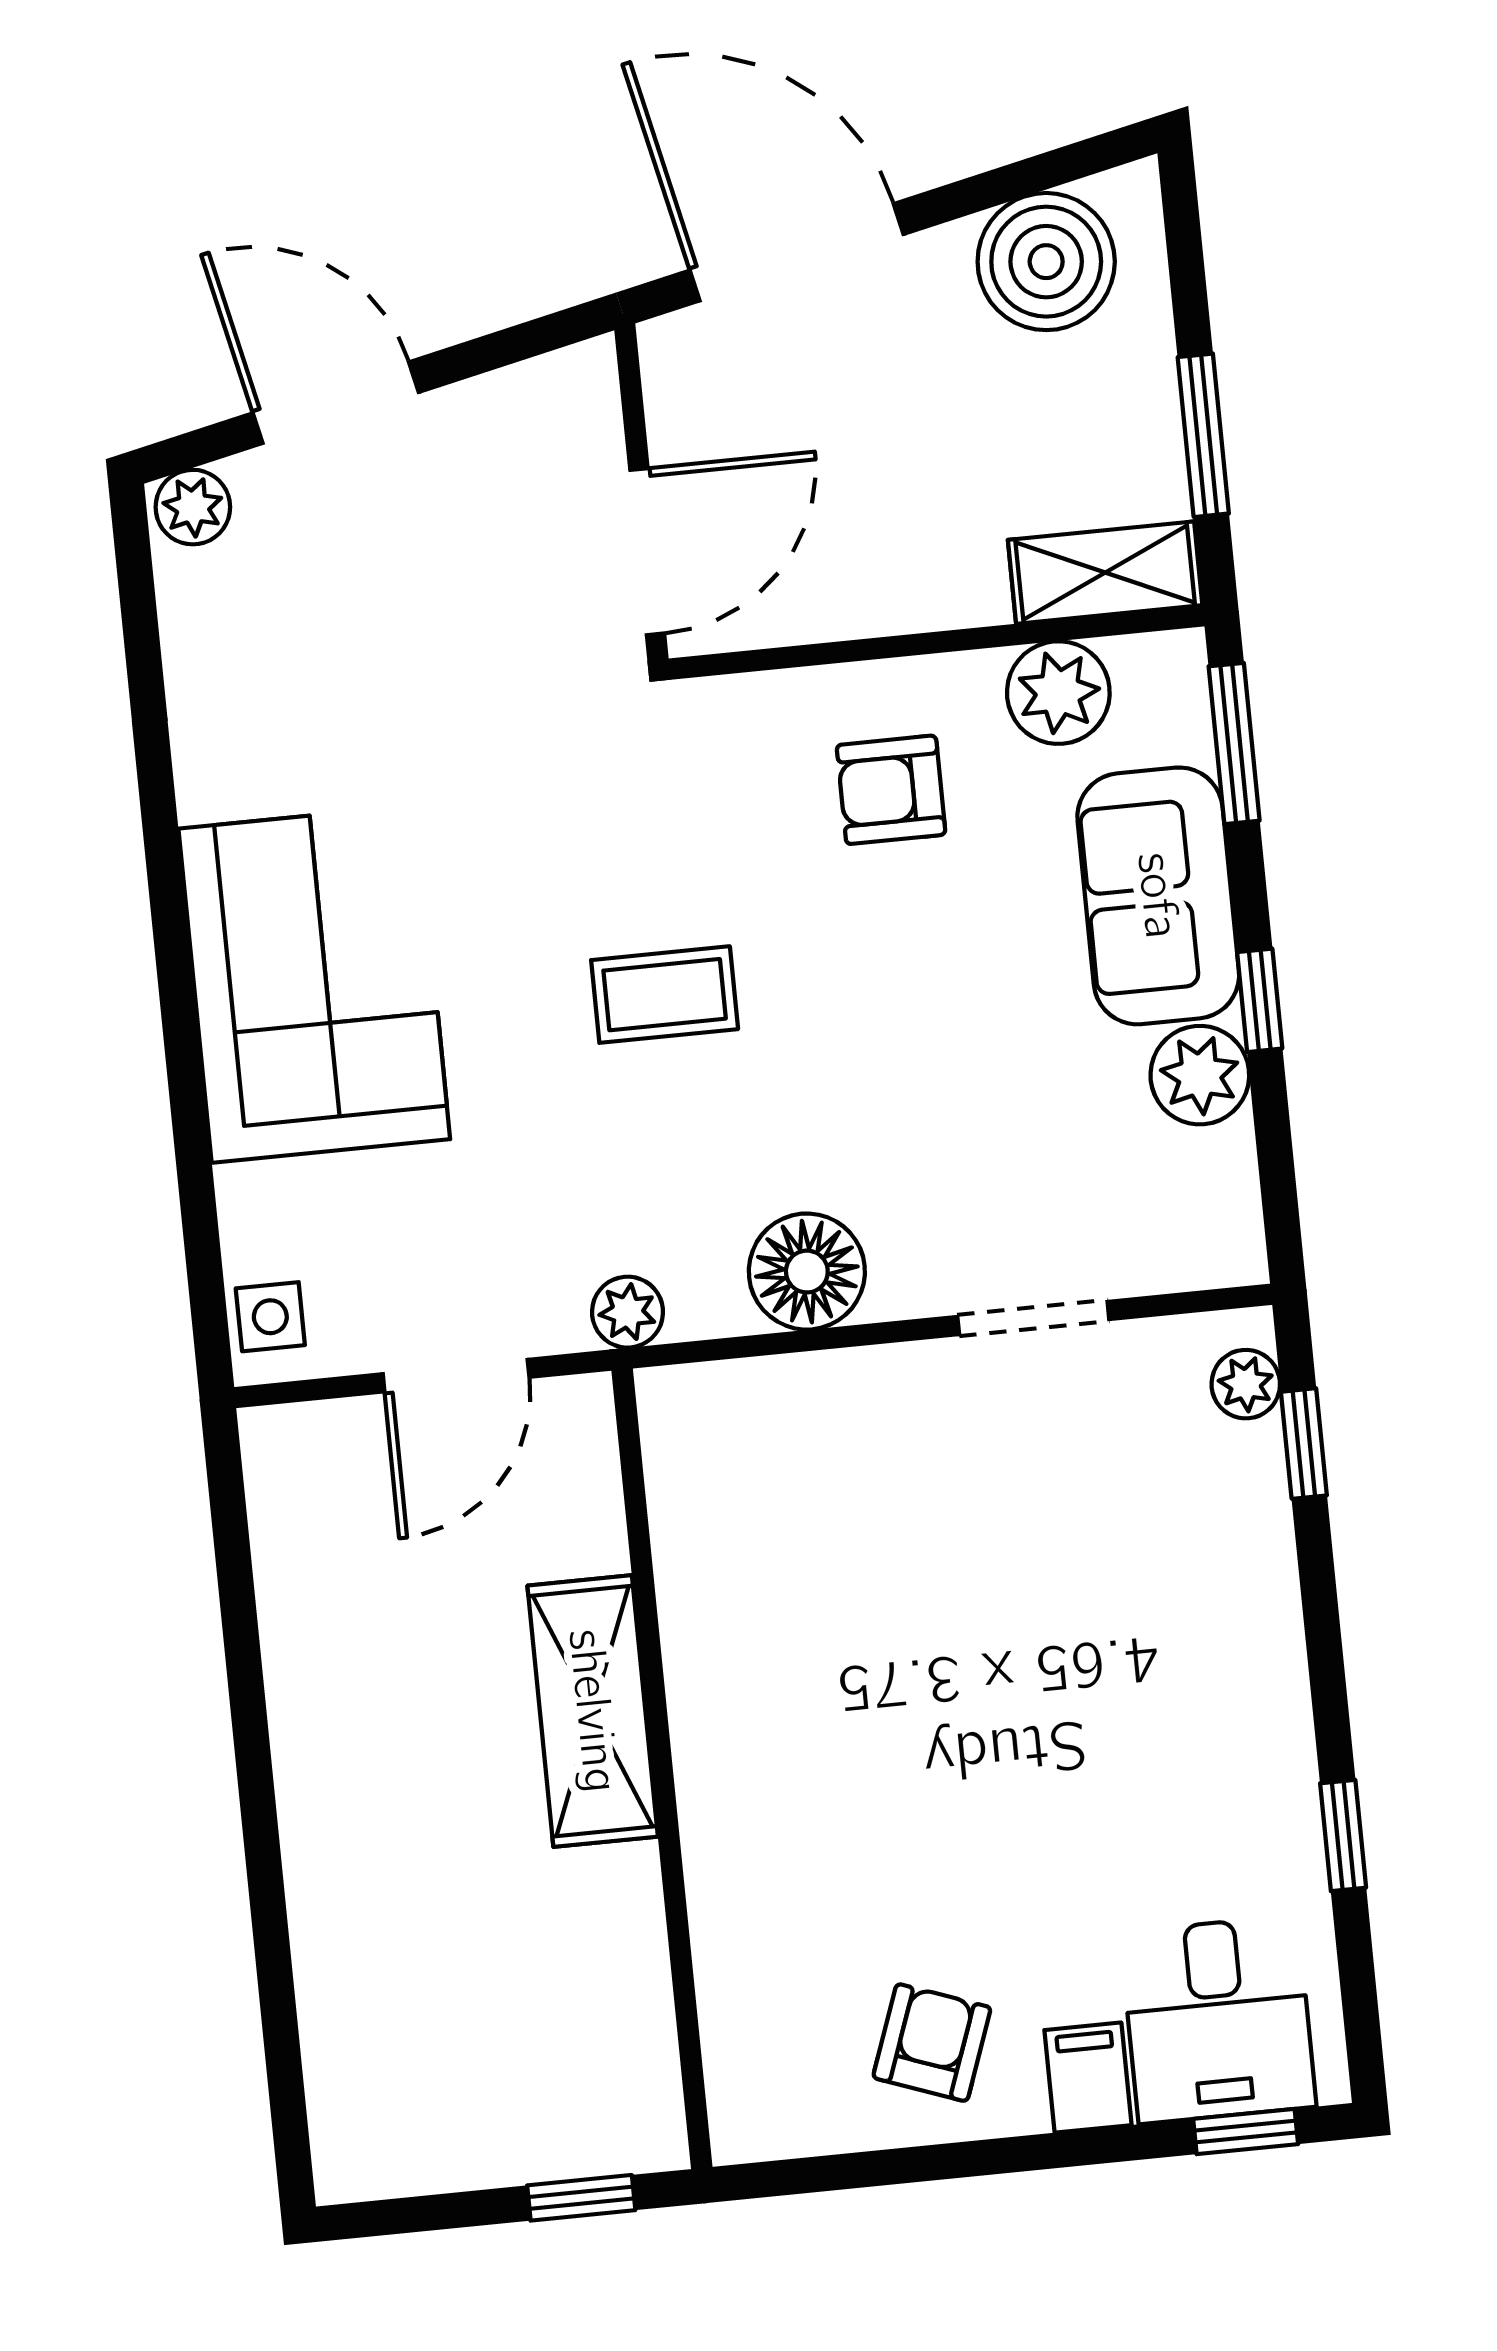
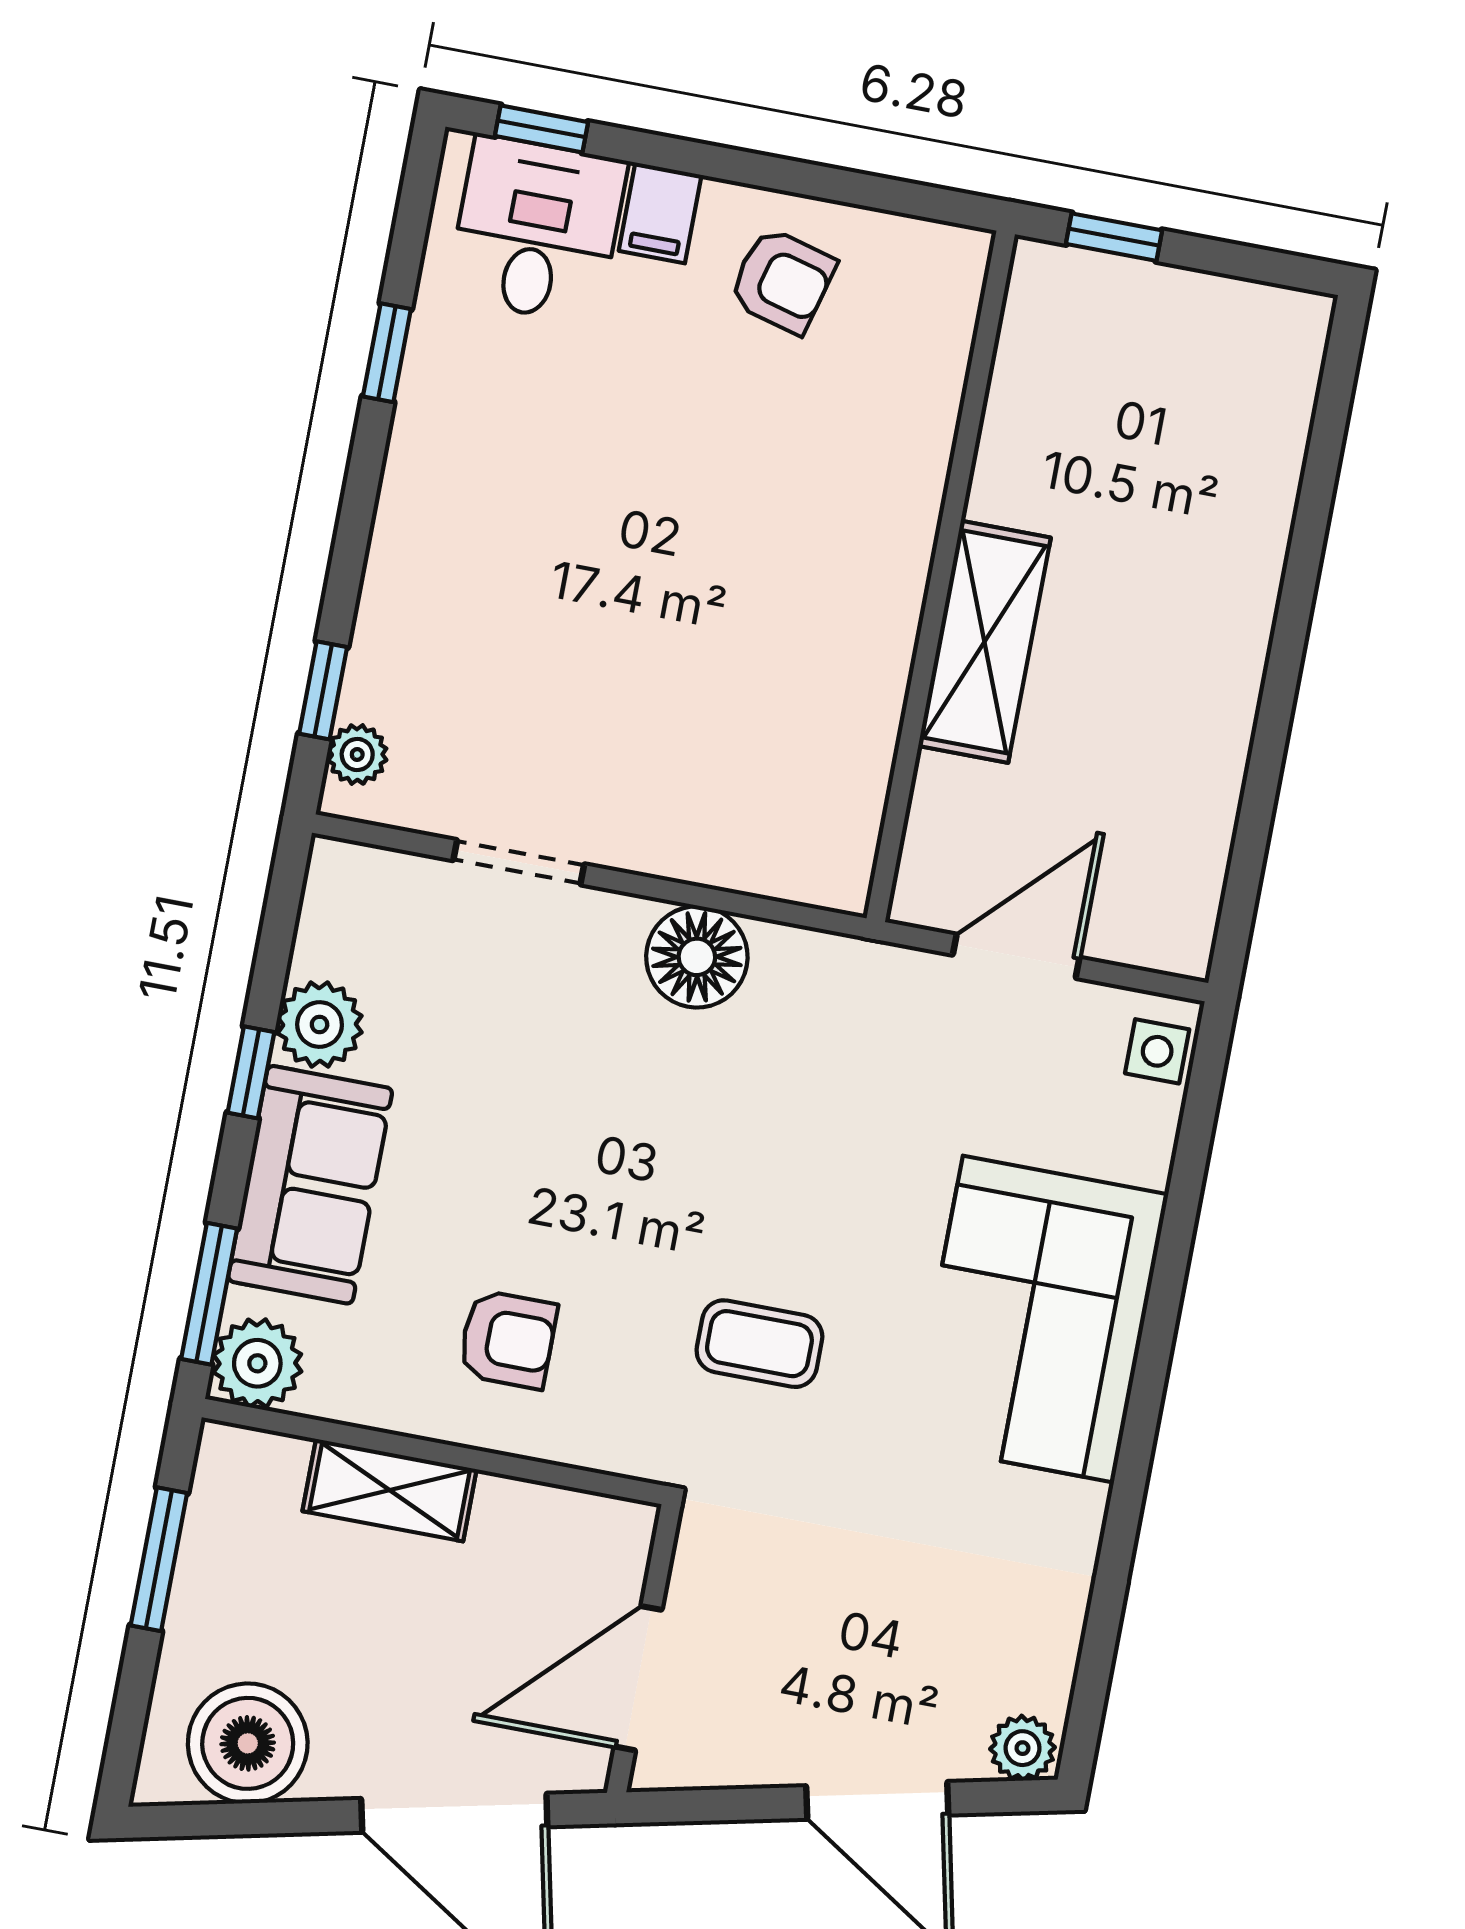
door: (647, 552) -> (638, 1678), moved
shelving: (1105, 573) -> (390, 1490), moved
plant: (1058, 693) -> (257, 1363), moved
coffee table: (665, 995) -> (759, 1344), moved
plant: (628, 1312) -> (857, 967), removed
armchair: (932, 2043) -> (782, 281), turned -95

